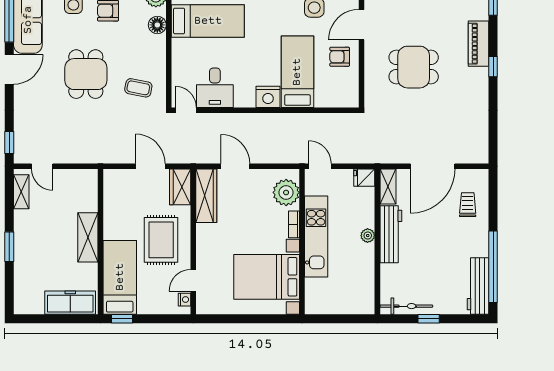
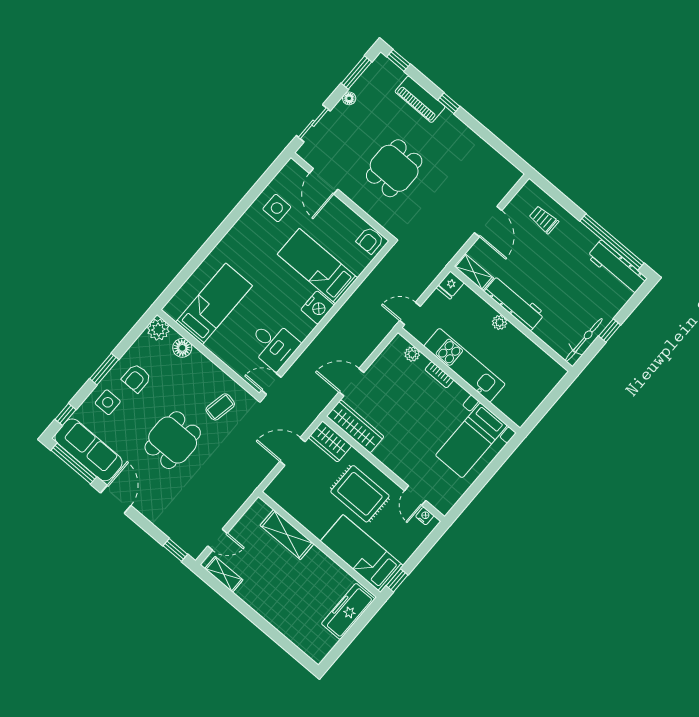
armchair: (340, 57) -> (370, 240), moved
dining table: (86, 74) -> (173, 440), turned 90
door: (433, 166) -> (488, 222), width x0.73
plant: (286, 192) -> (412, 354), width x0.53, depth x0.53
shelving: (88, 237) -> (287, 535), moved
window: (9, 247) -> (260, 622), removed
bed with nightstands: (267, 277) -> (471, 440), width x0.73

